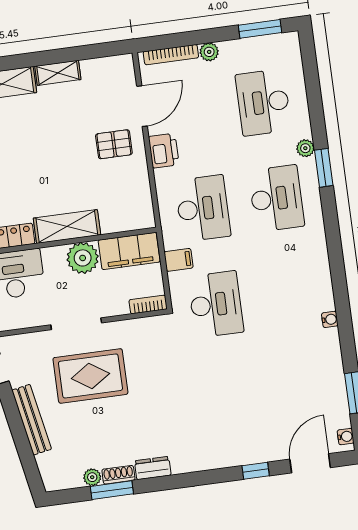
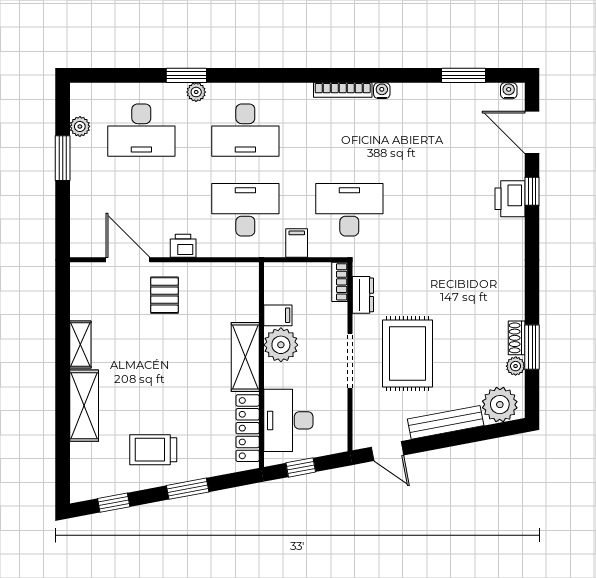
window: (260, 29) -> (63, 158), moved
plant: (209, 52) -> (80, 126), moved
bookcase: (171, 55) -> (343, 90), moved, turned 90
printer: (164, 151) -> (183, 246), width x0.73, depth x0.81
window: (324, 168) -> (186, 75), moved
desk: (276, 198) -> (245, 130), turned 180
filing cabinet: (129, 251) -> (278, 315), width x0.33, depth x0.86
printer: (246, 451) -> (510, 199), added
plant: (55, 468) -> (500, 405), added
dresser: (153, 468) -> (363, 295), moved, turned 180

